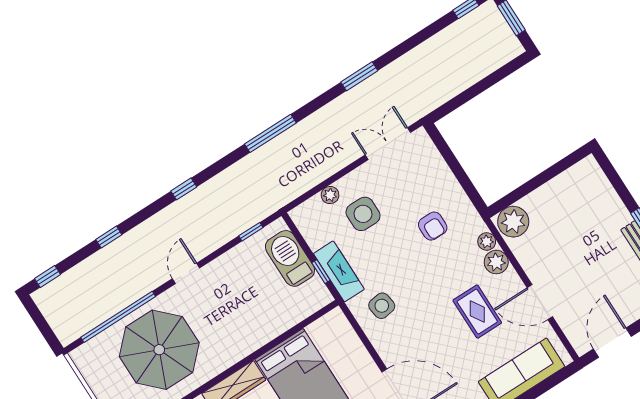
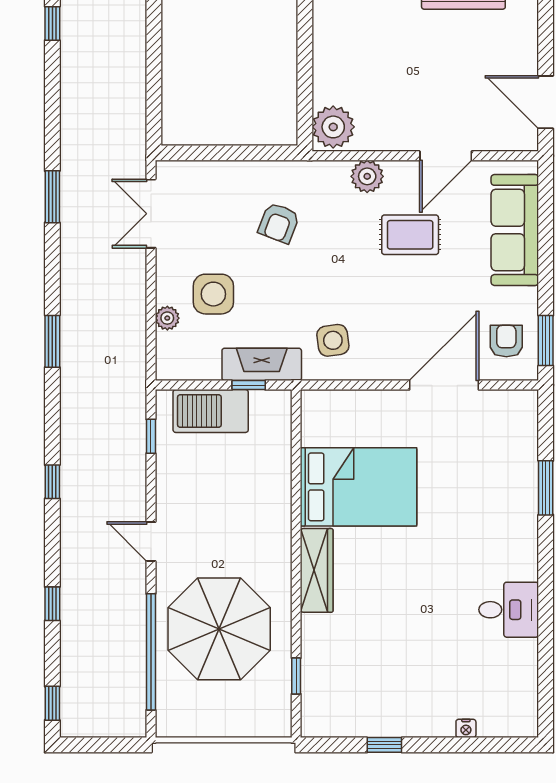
window: (270, 133) -> (52, 341), width x0.69
armchair: (433, 226) -> (279, 223), turned 111
plant: (487, 242) -> (337, 172), removed

